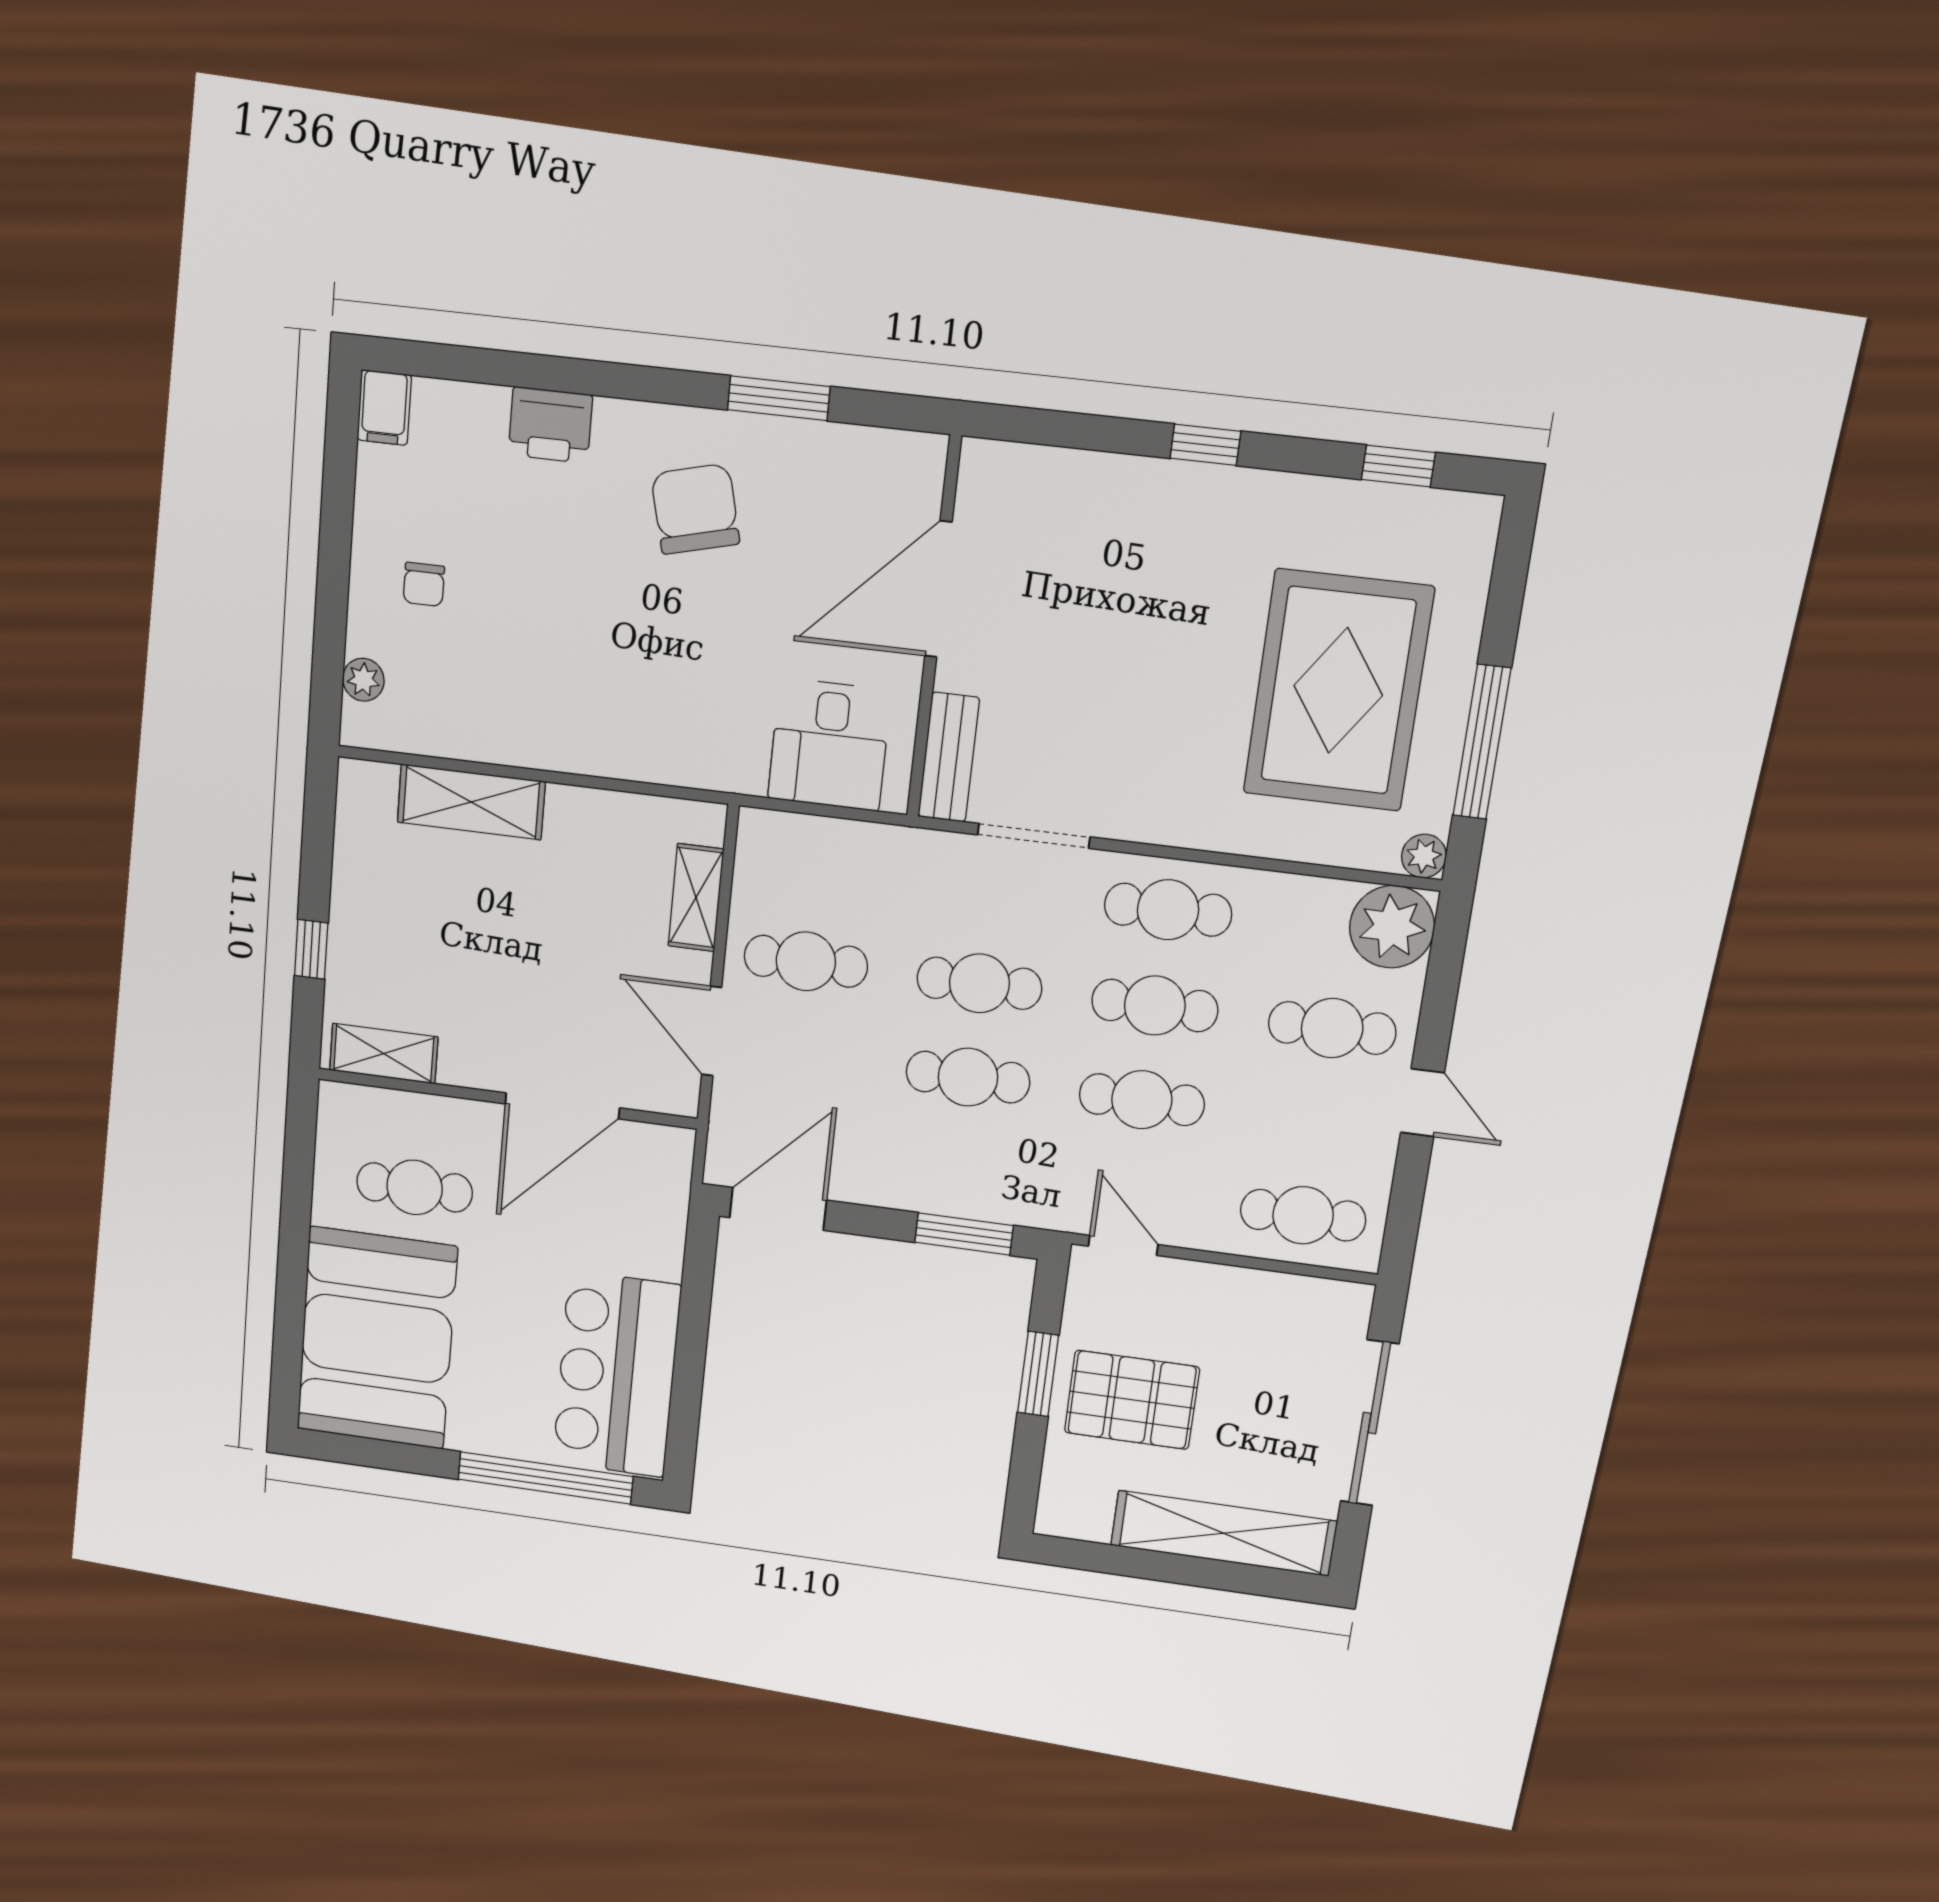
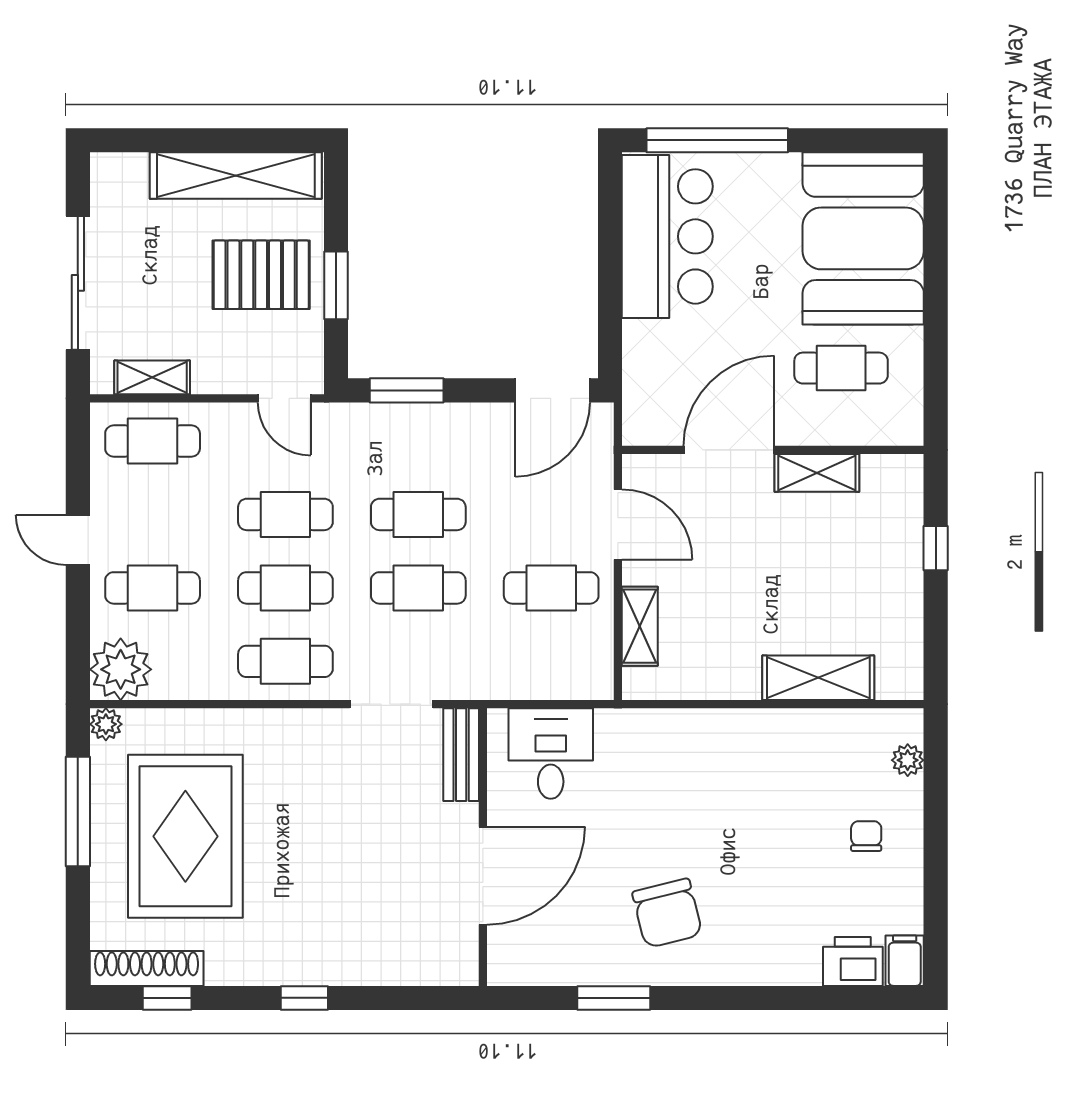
printer: (550, 425) -> (853, 961), moved
shoe rack: (1421, 511) -> (147, 968), added
shelving: (384, 1054) -> (817, 473), moved
shelving: (1291, 1294) -> (152, 377), added
shelving: (1224, 1533) -> (236, 176), moved

